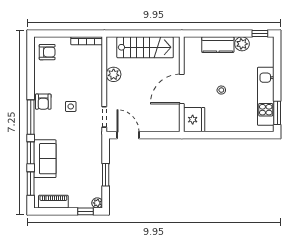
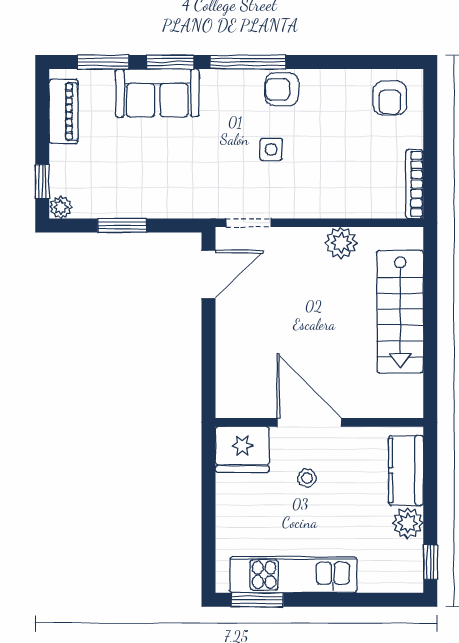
wall: (182, 84) -> (319, 422), moved
door: (182, 89) -> (309, 422), moved
fridge: (194, 120) -> (242, 449), moved

